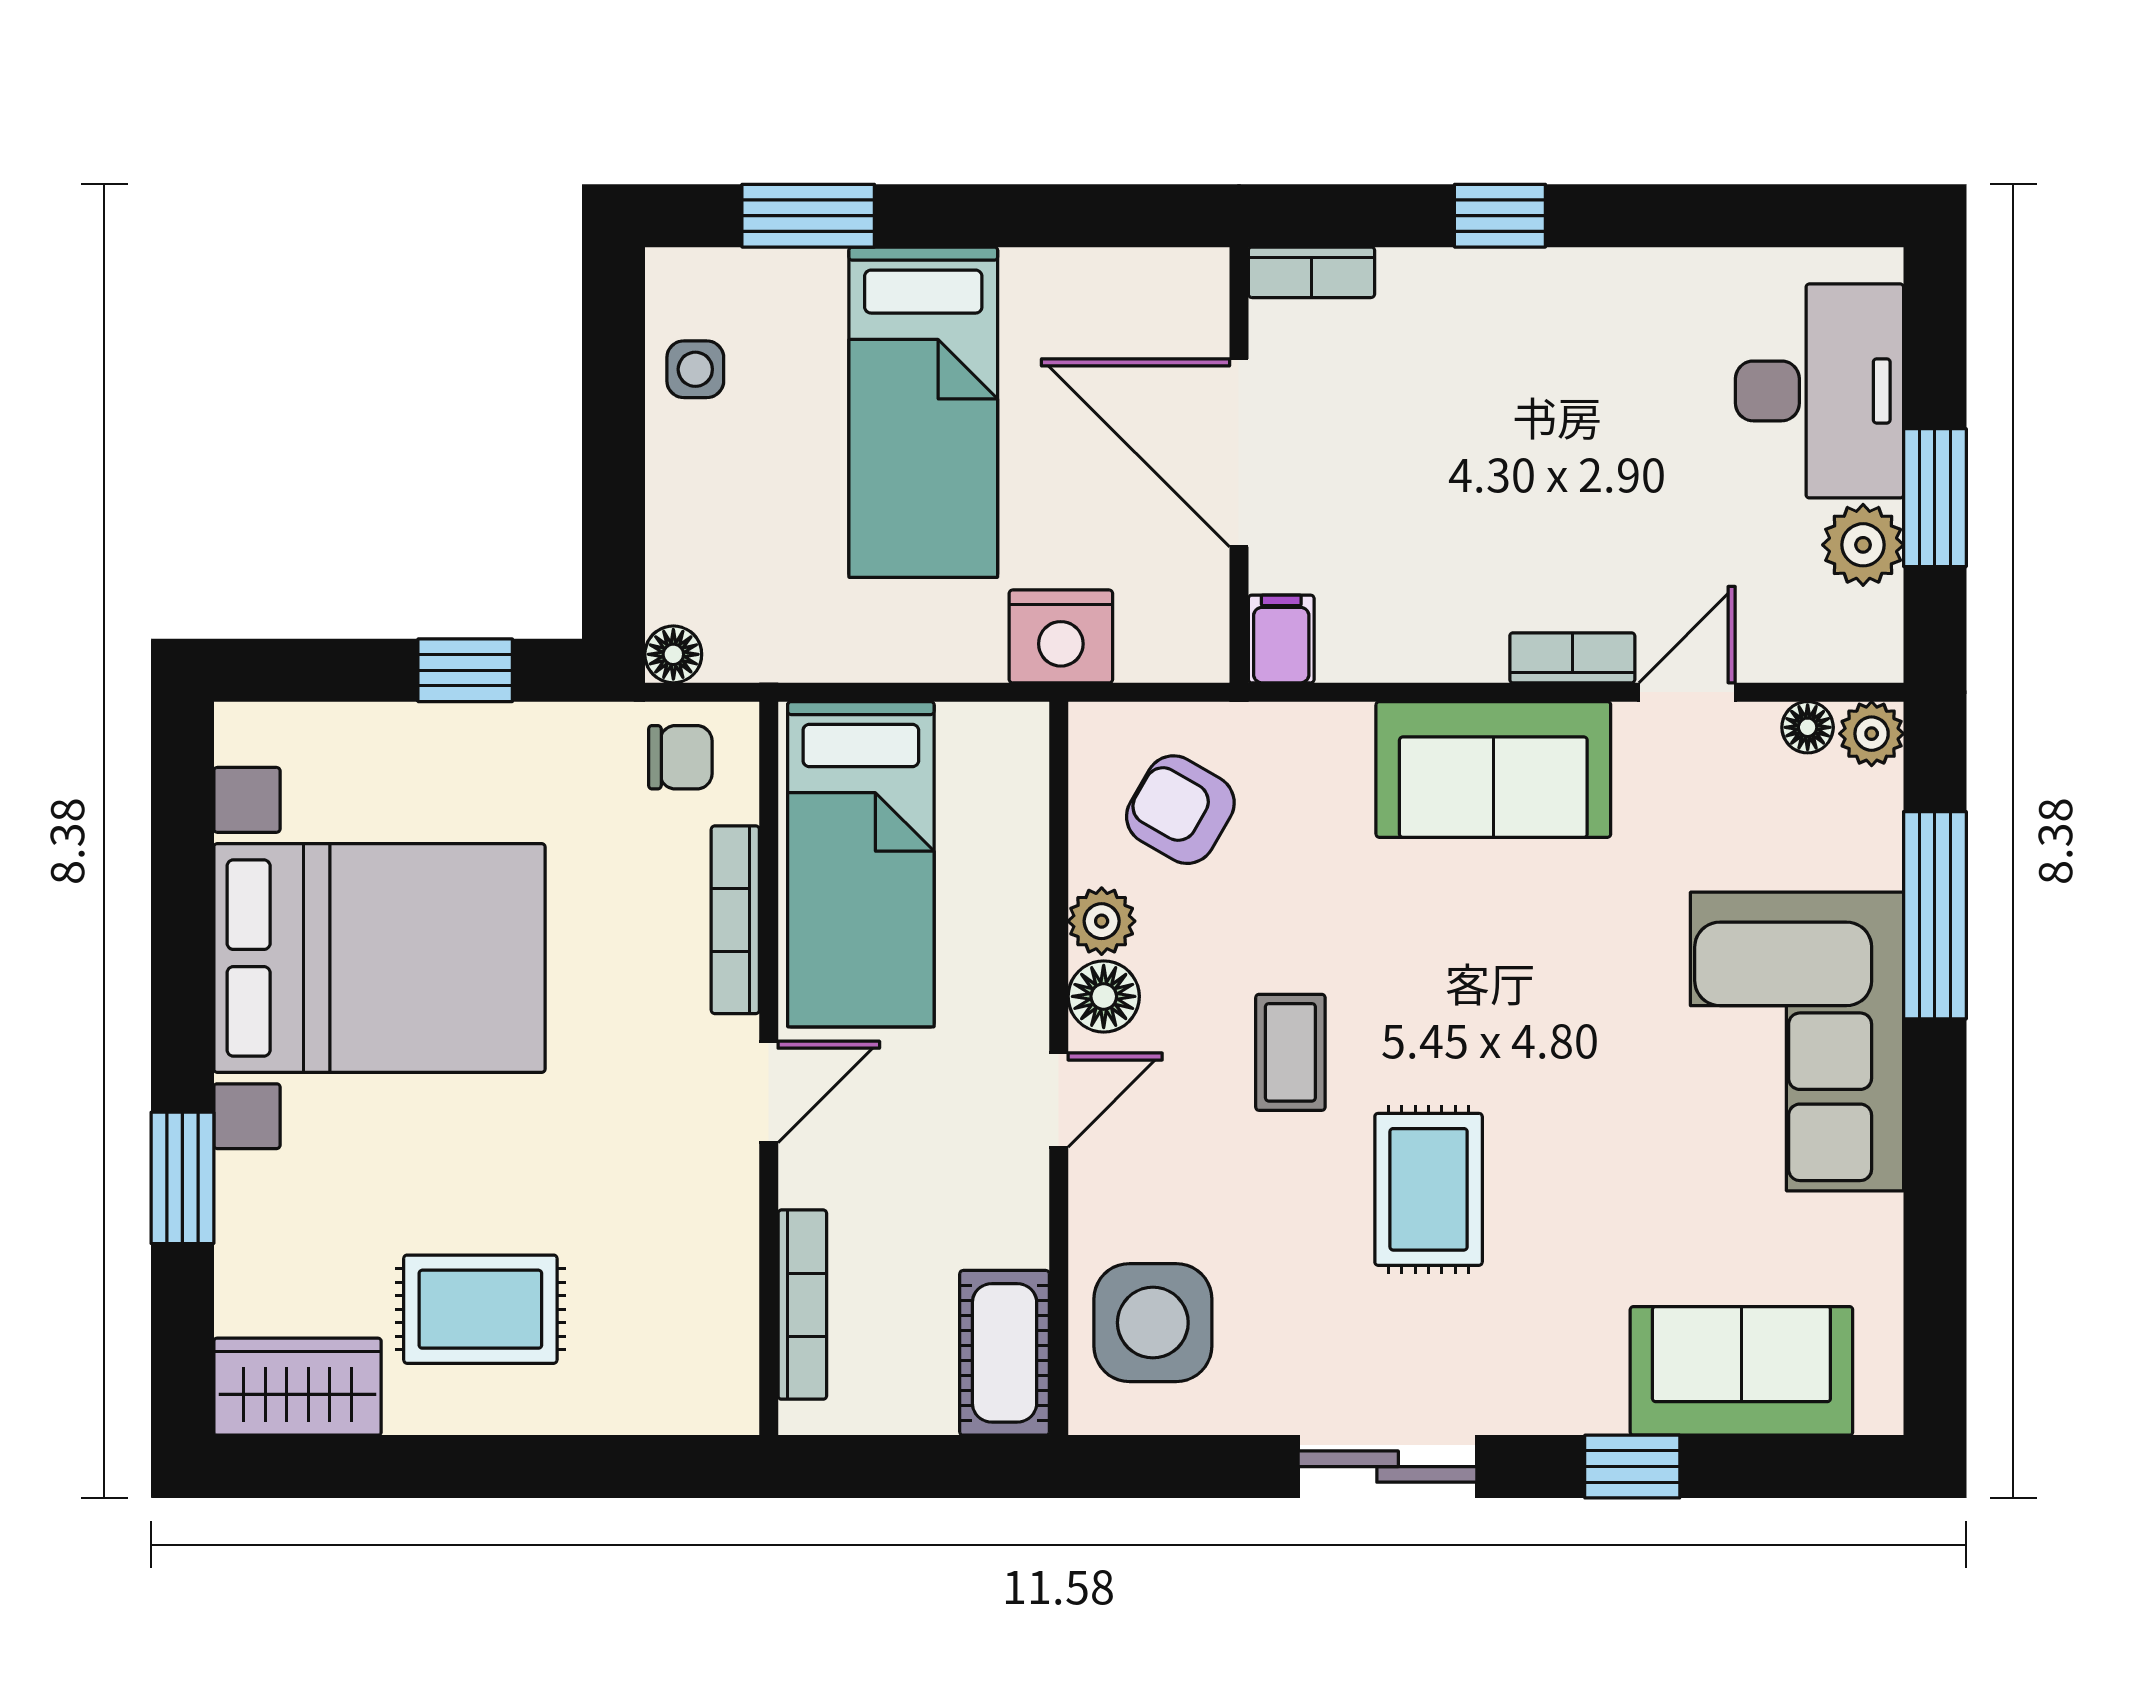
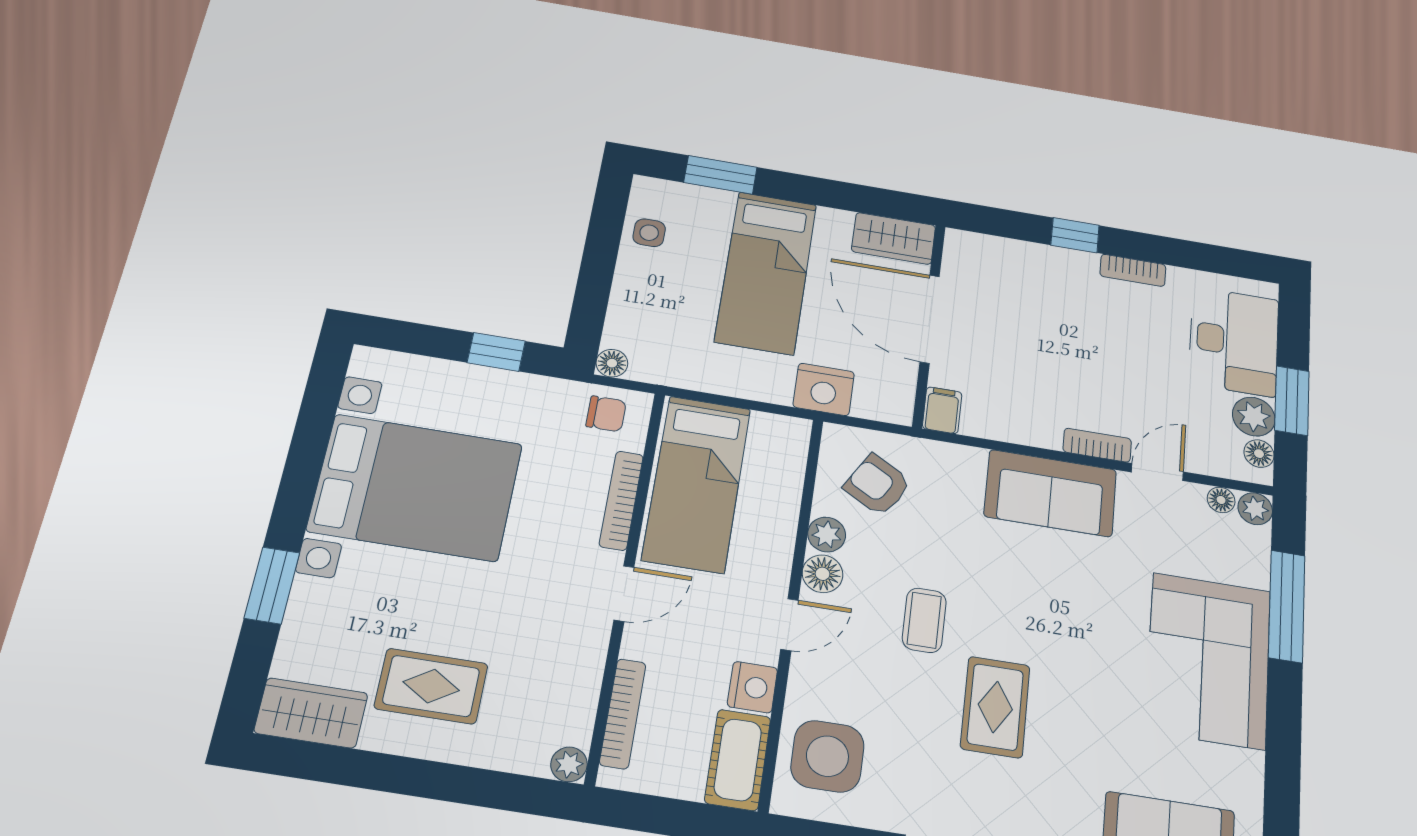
bookcase: (1311, 272) -> (1133, 270), moved
wardrobe: (1153, 292) -> (894, 238), added
floor lamp: (1875, 620) -> (1259, 454), added
nightstand: (1011, 1223) -> (752, 687), added
plant: (729, 1405) -> (569, 764), added

